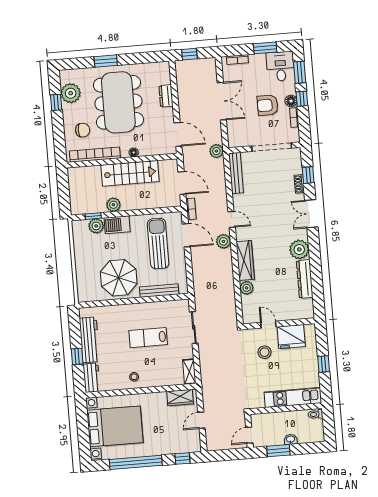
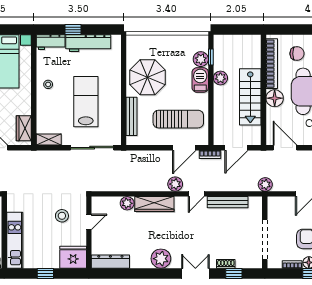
chair: (83, 130) -> (297, 54), turned -90
door: (178, 134) -> (285, 148), swing flipped
floor lamp: (134, 152) -> (275, 98), width x1.89, depth x1.89
bench: (236, 173) -> (228, 202), moved
dresser: (305, 279) -> (110, 262), moved
sliding door: (194, 327) -> (92, 148), width x1.37
fridge: (291, 337) -> (73, 257), moved, turned 90
lab bench: (148, 338) -> (86, 102), width x1.36, depth x1.39

